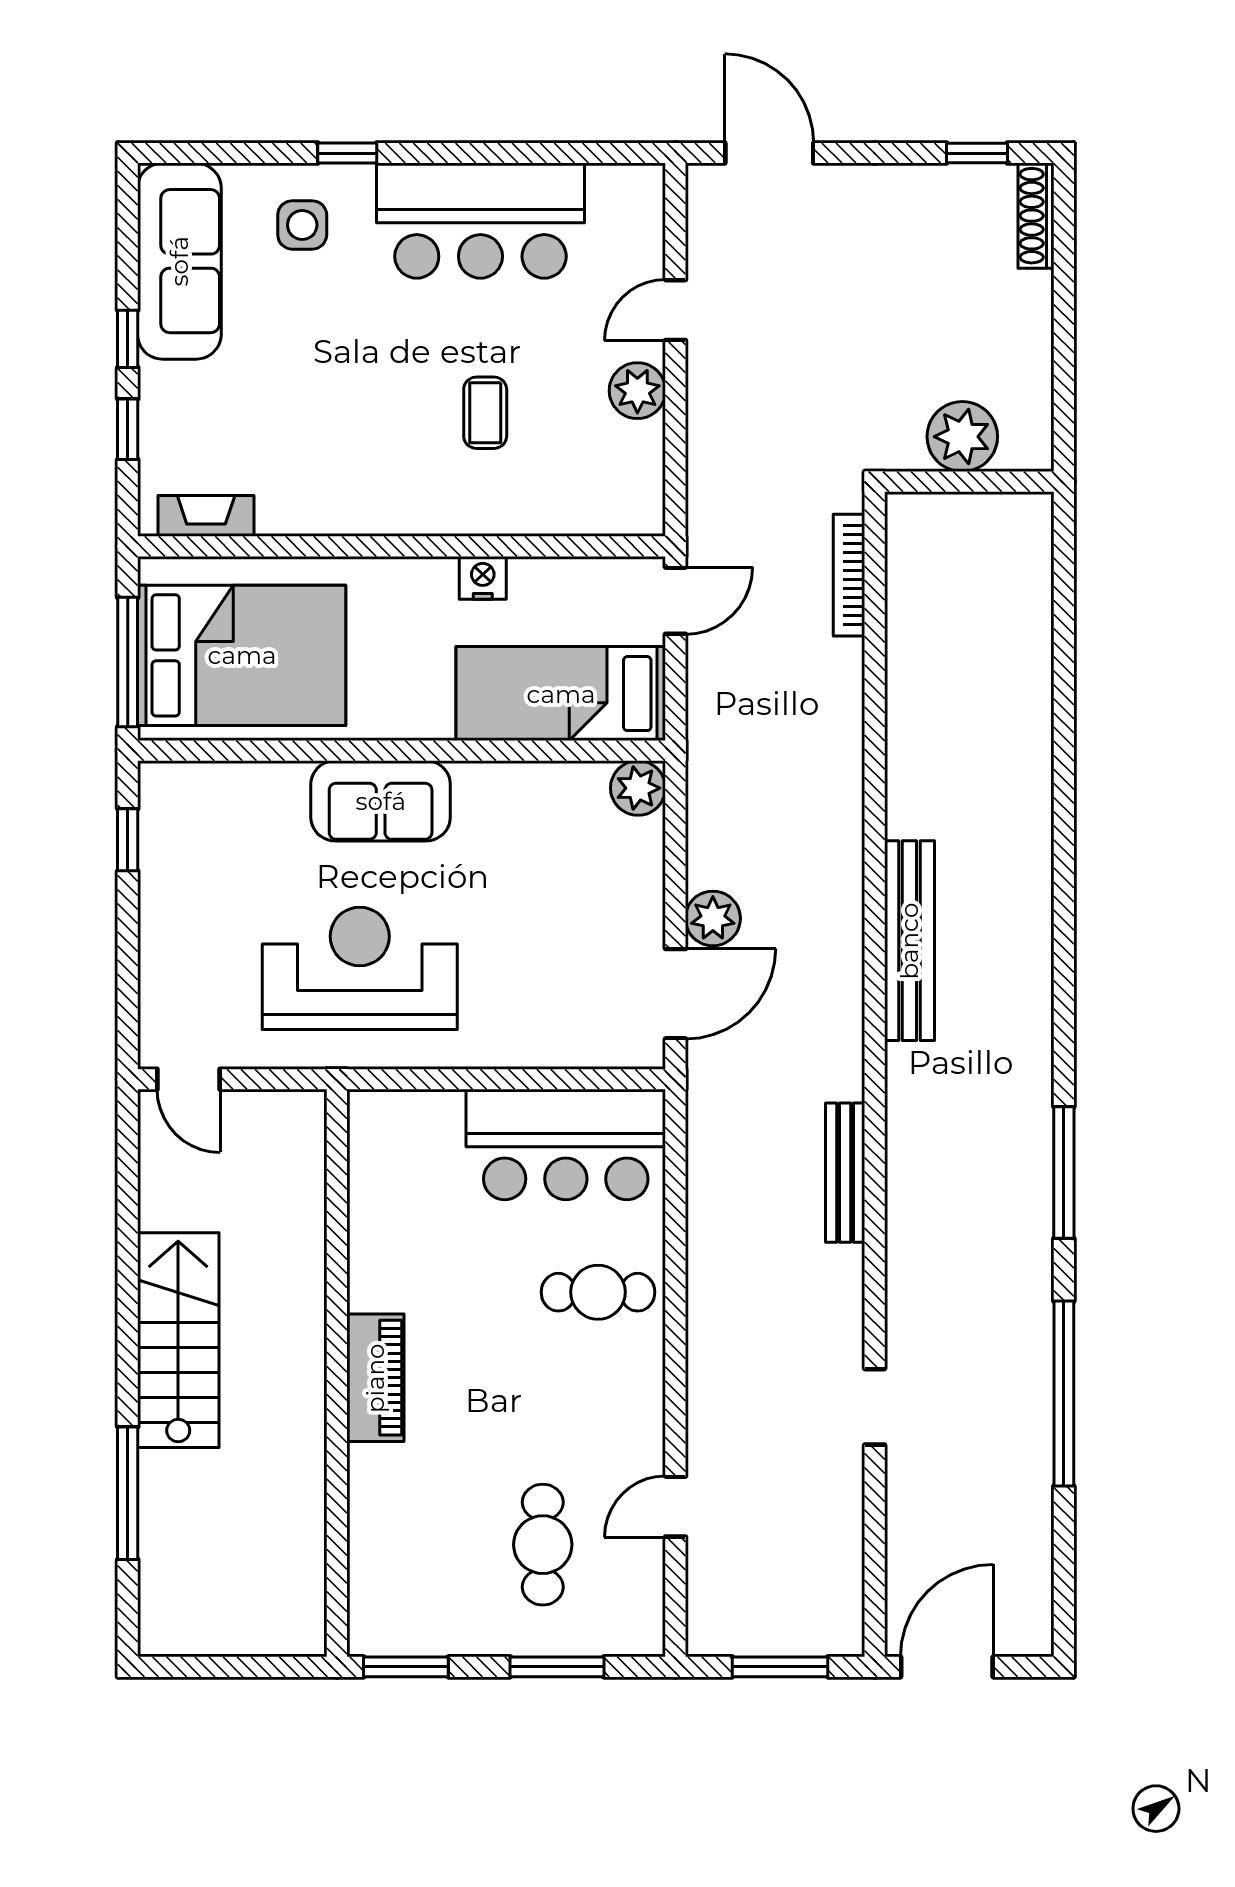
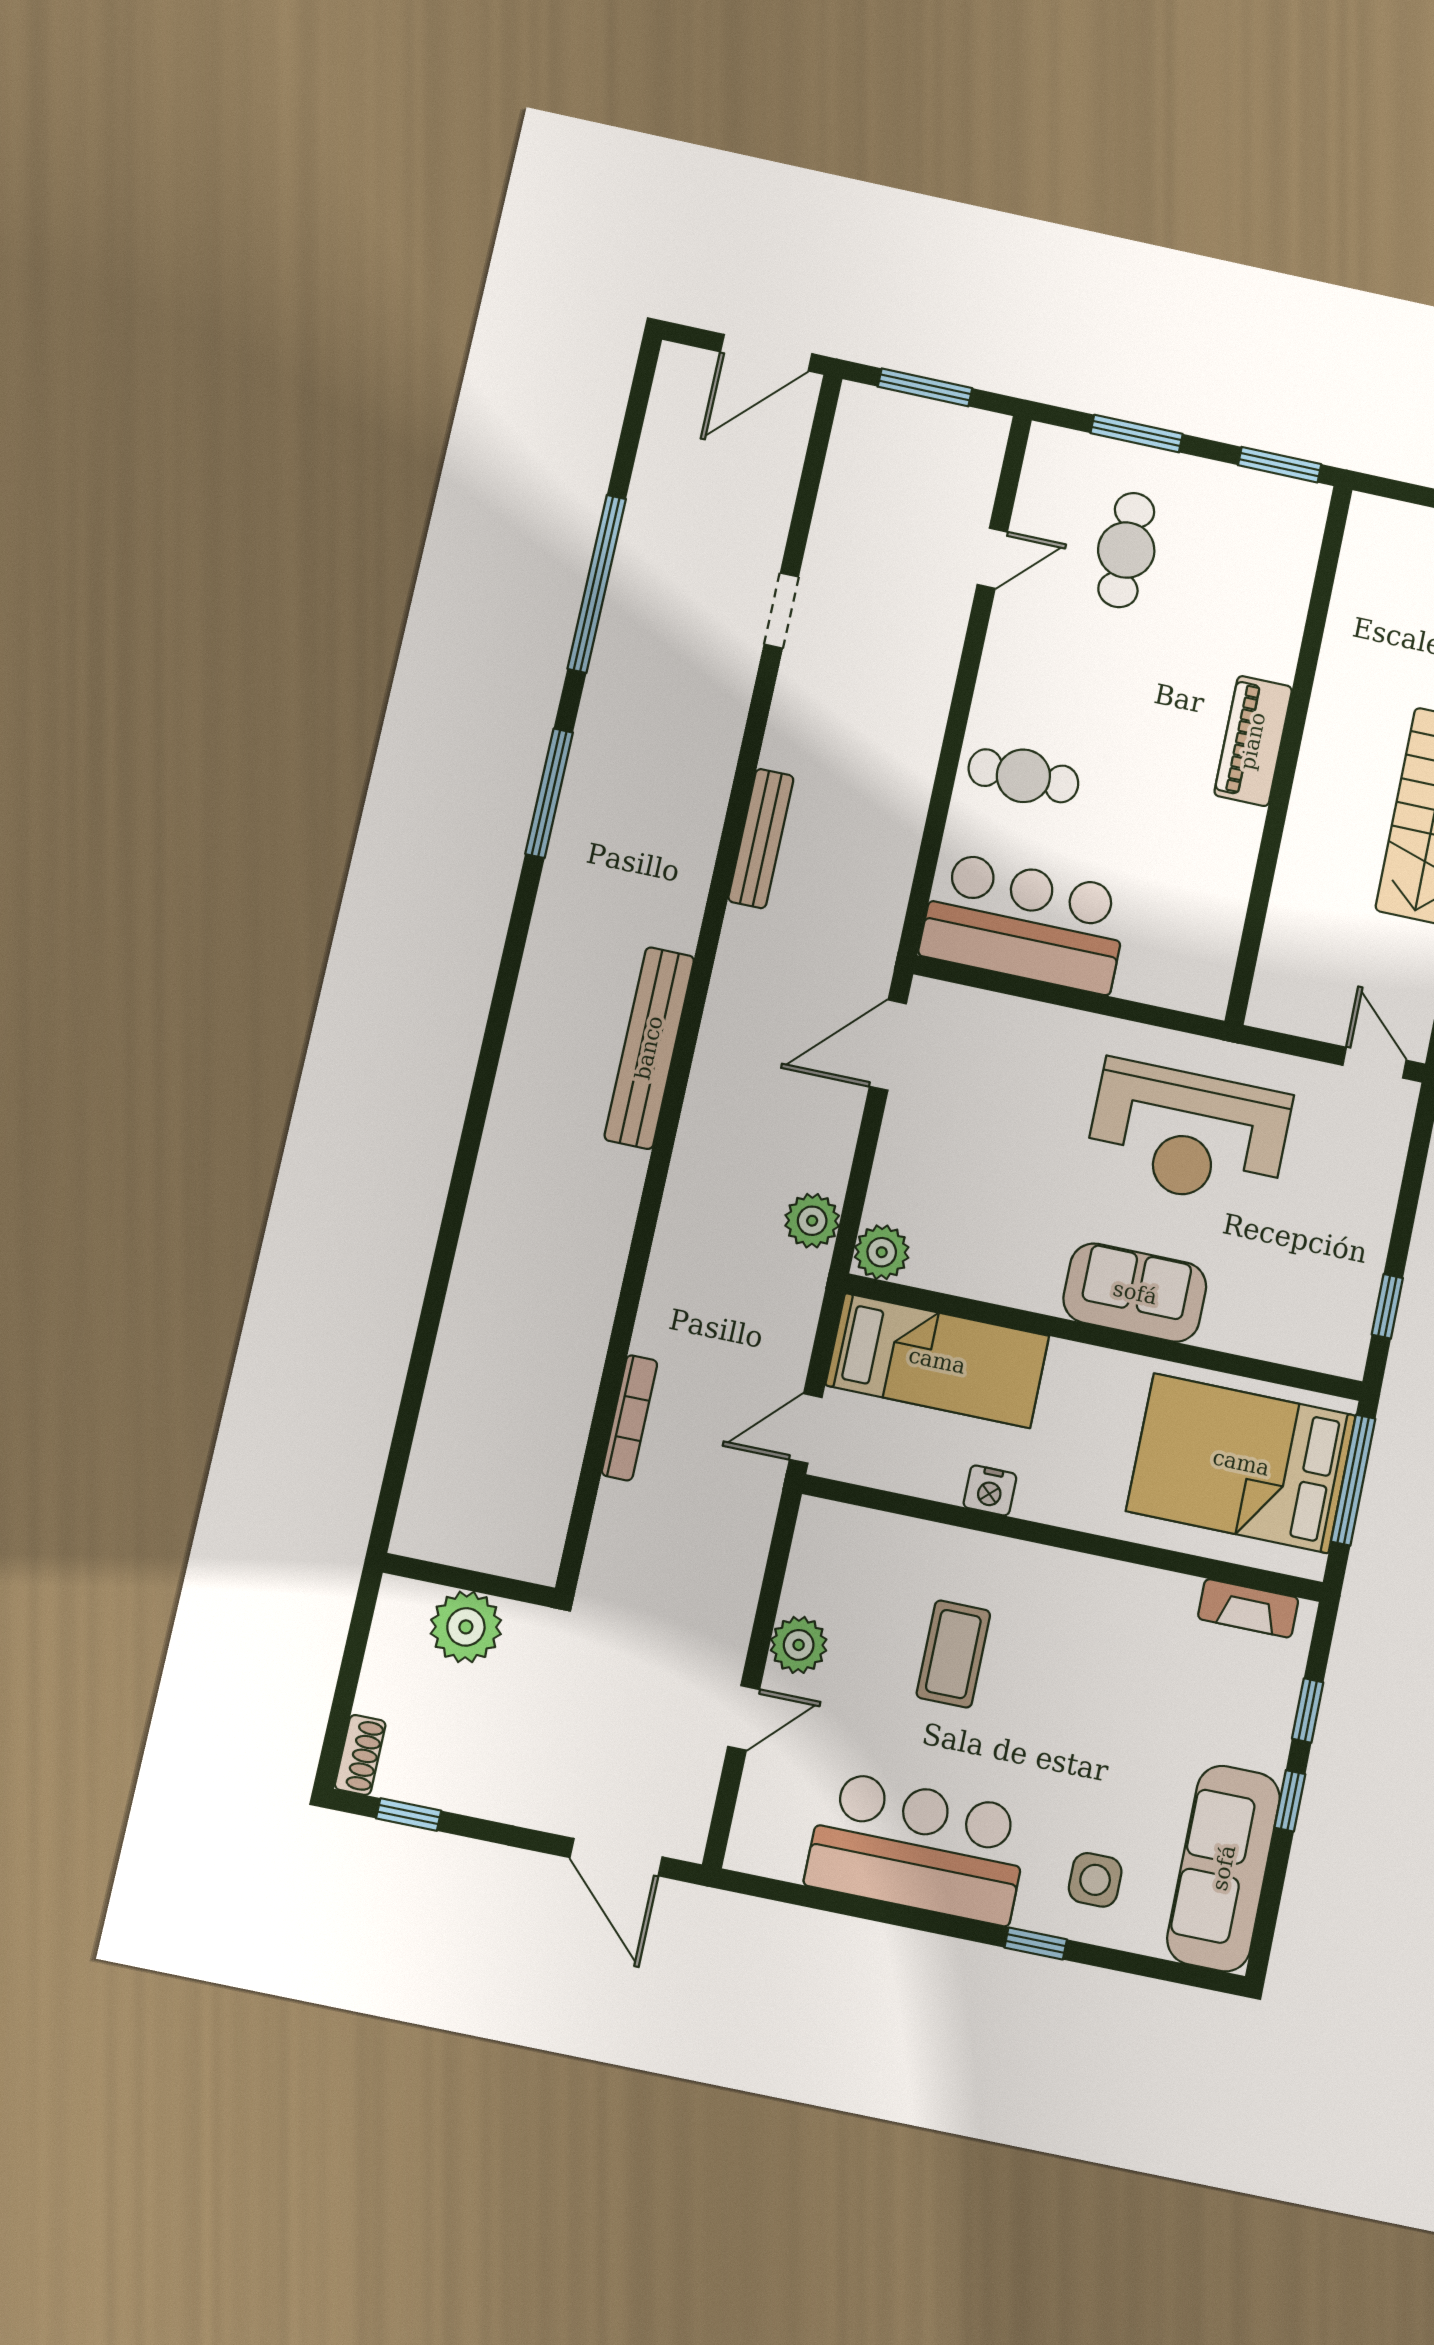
shoe rack: (1036, 216) -> (360, 1755), width x0.70
coffee table: (485, 413) -> (953, 1654), width x1.36, depth x1.30
plant: (962, 437) -> (466, 1627), moved
wall: (969, 482) -> (469, 1580), moved
plant: (713, 918) -> (812, 1221), moved

